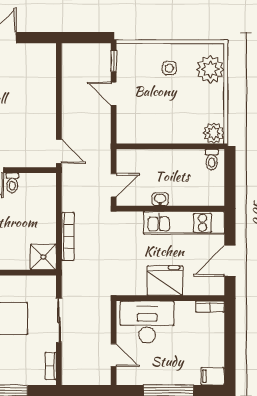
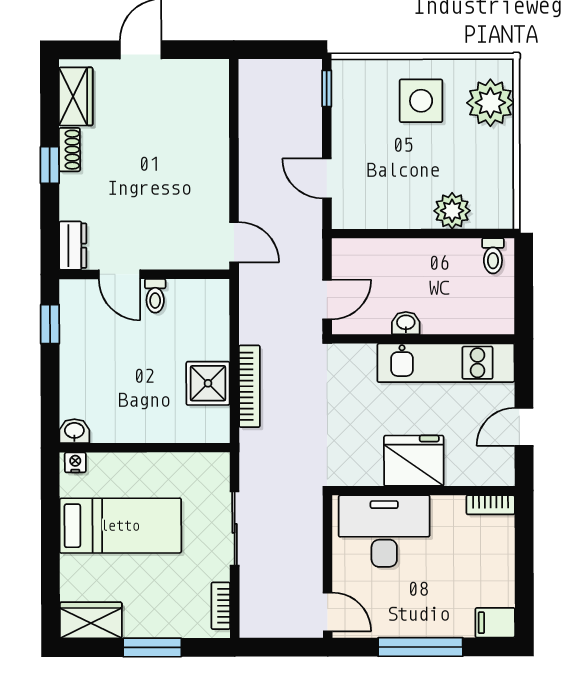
side table: (169, 68) -> (421, 101), width x1.87, depth x1.87
door: (114, 94) -> (327, 178), moved
plant: (214, 133) -> (452, 211), moved
shower: (43, 257) -> (208, 383), moved
door: (230, 261) -> (524, 427), width x0.73
door: (114, 355) -> (328, 612), moved

